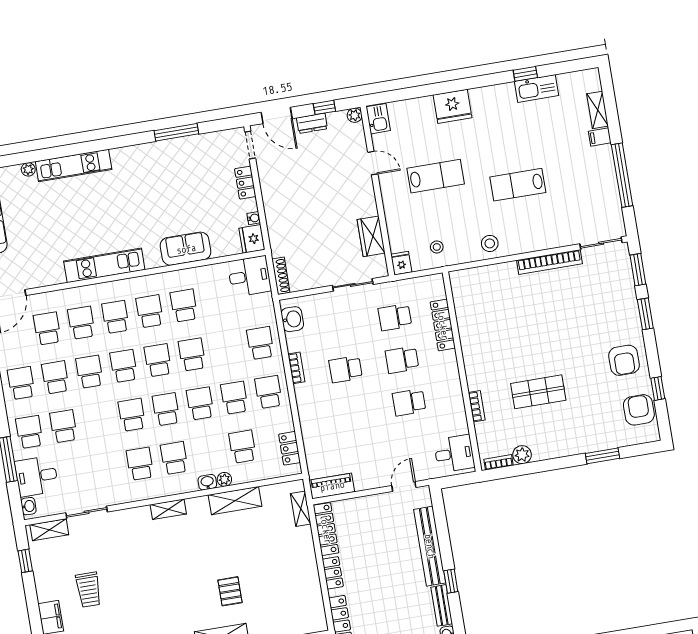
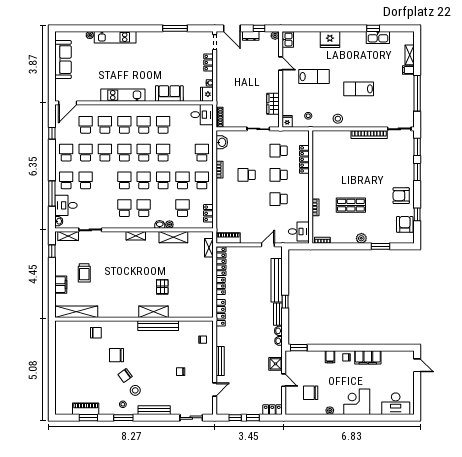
armchair: (624, 360) -> (401, 196), turned 90
plant: (522, 455) -> (361, 238), moved

